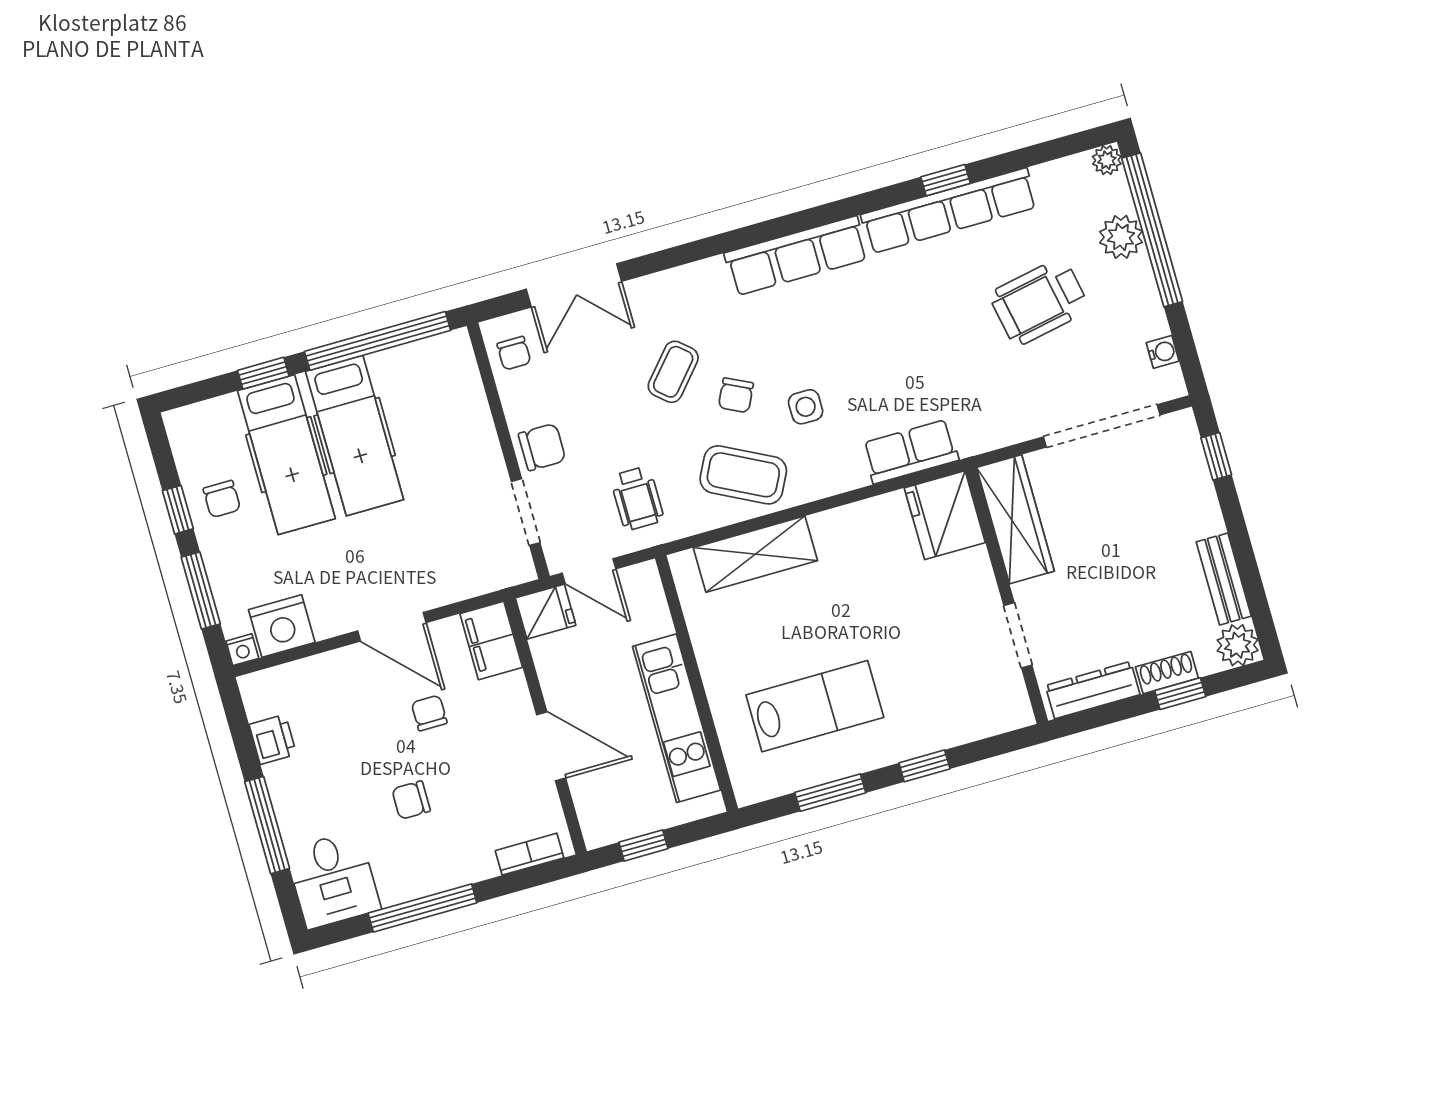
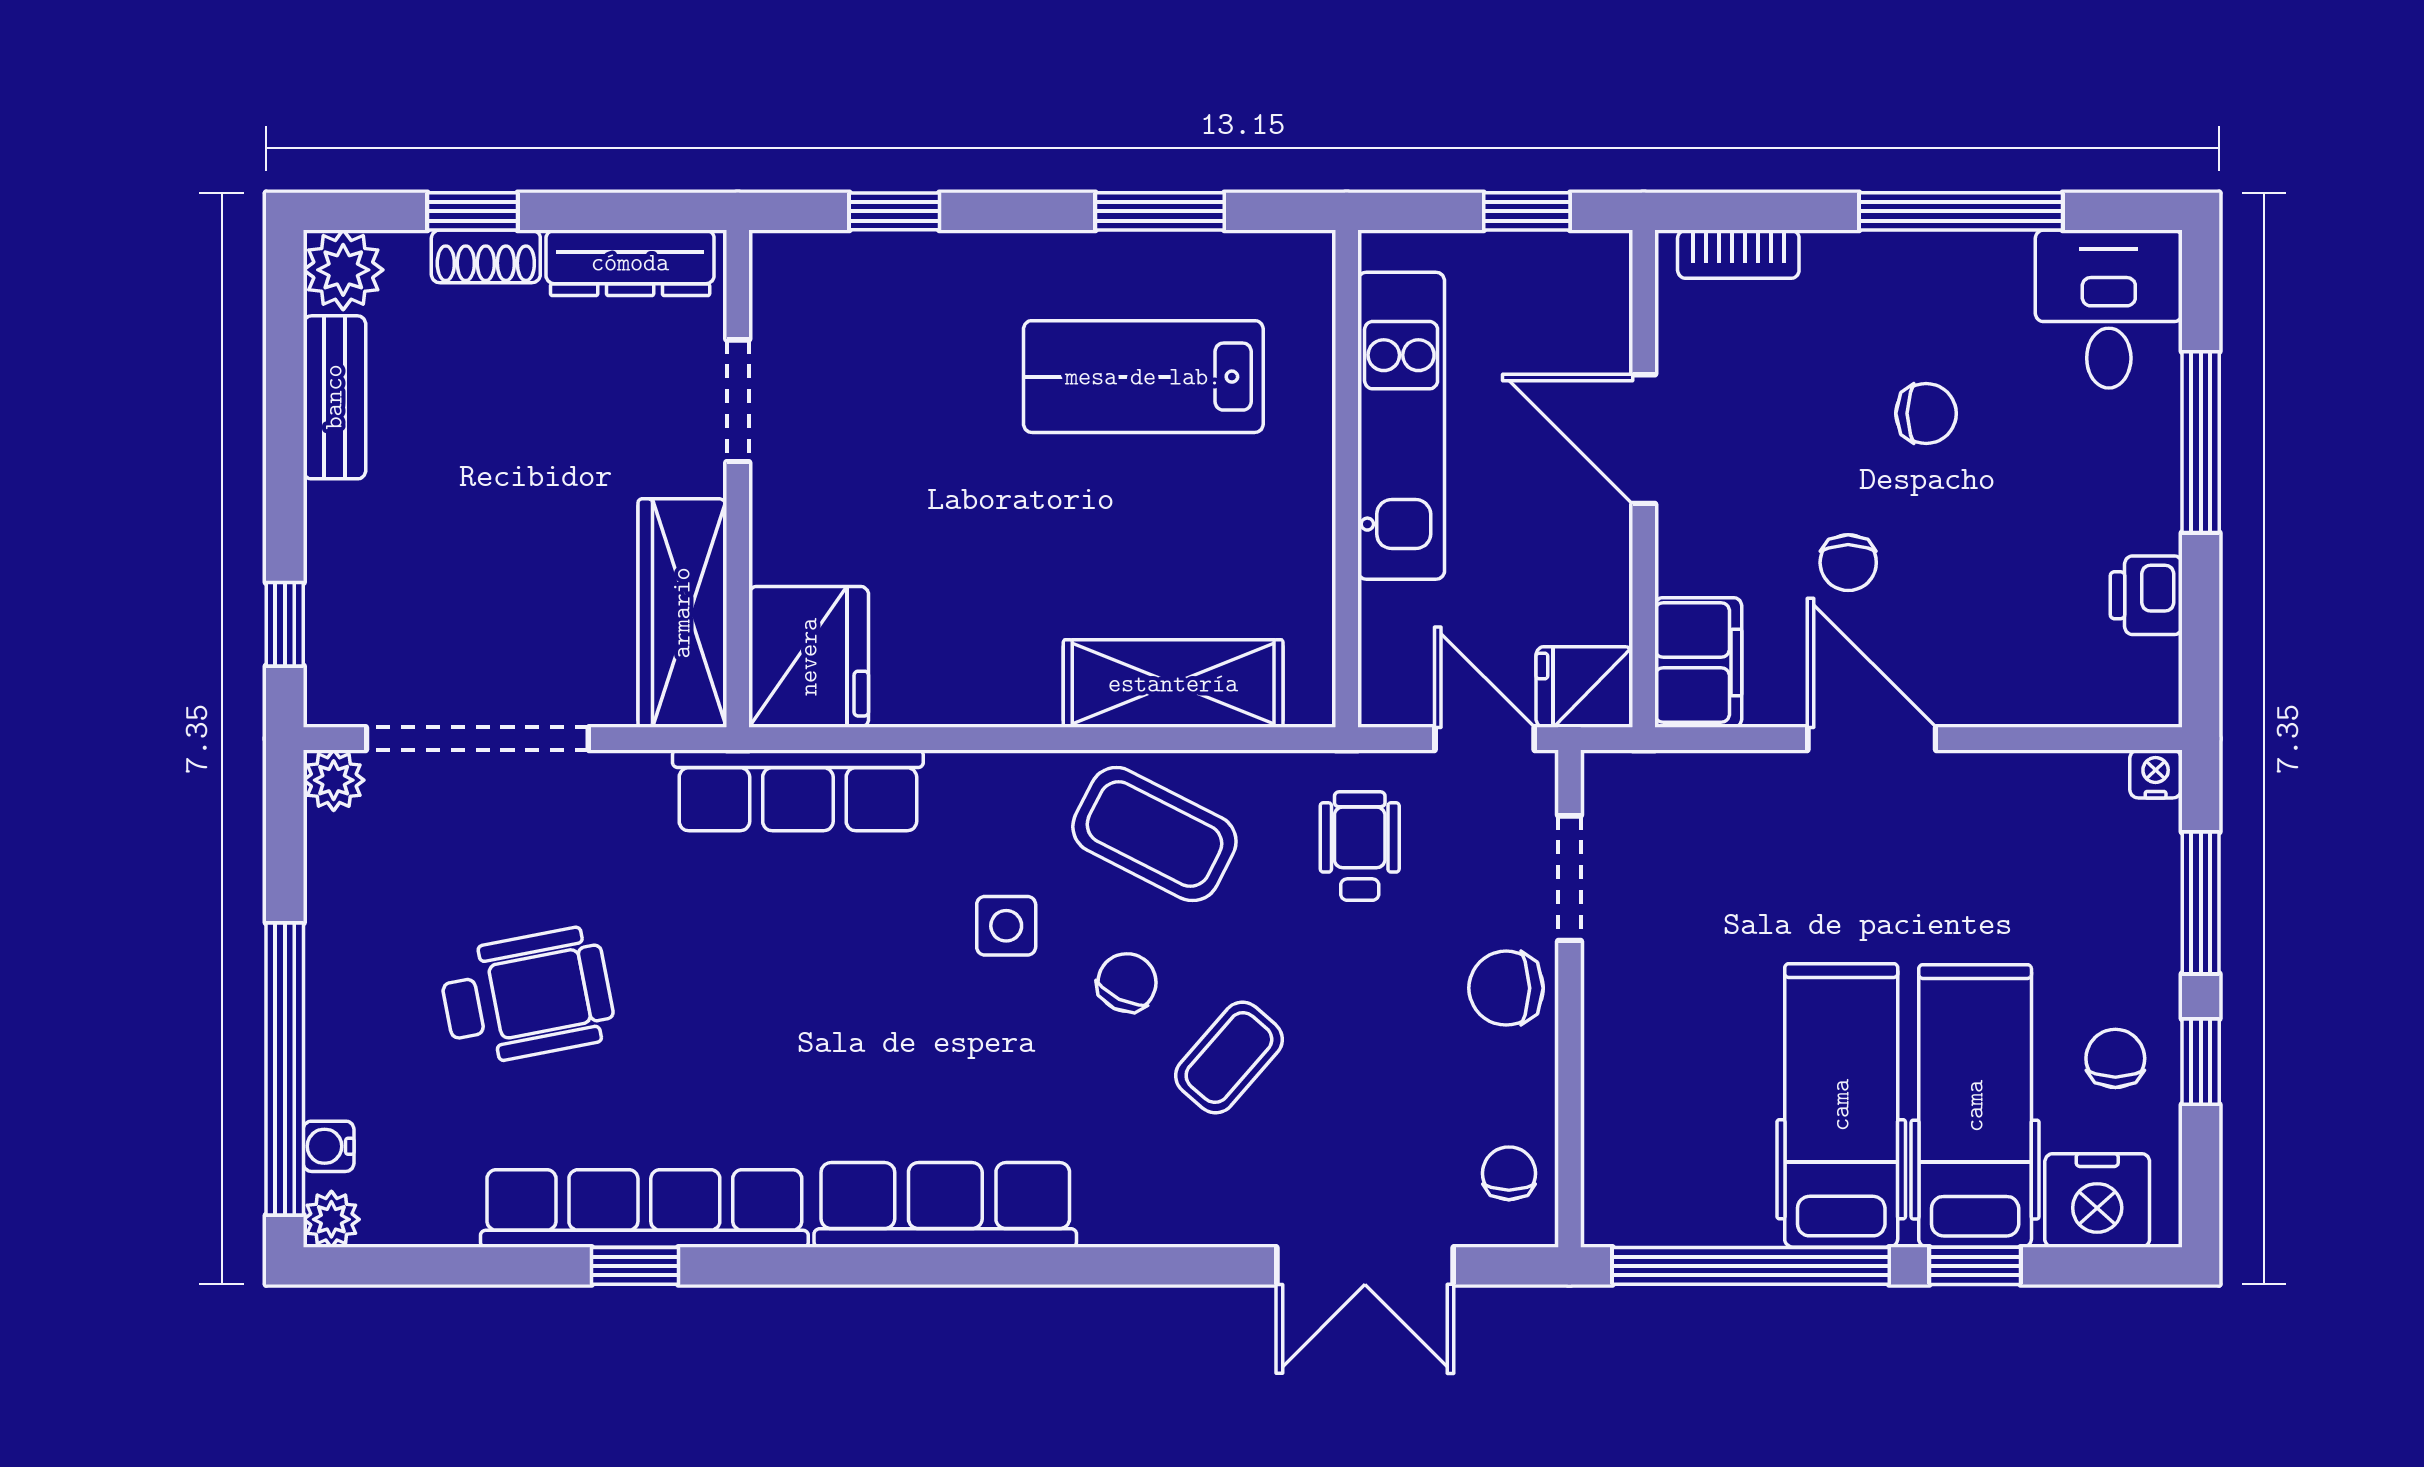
plant: (1121, 237) -> (334, 780), moved, width x0.73, depth x0.73
double door: (574, 285) -> (1365, 1266), swing flipped
water cooler: (1163, 352) -> (329, 1146), moved
row of seats: (910, 452) -> (798, 790), width x1.48
nightstand: (282, 626) -> (2097, 1200), moved, turned 180
window: (924, 766) -> (894, 211), moved

